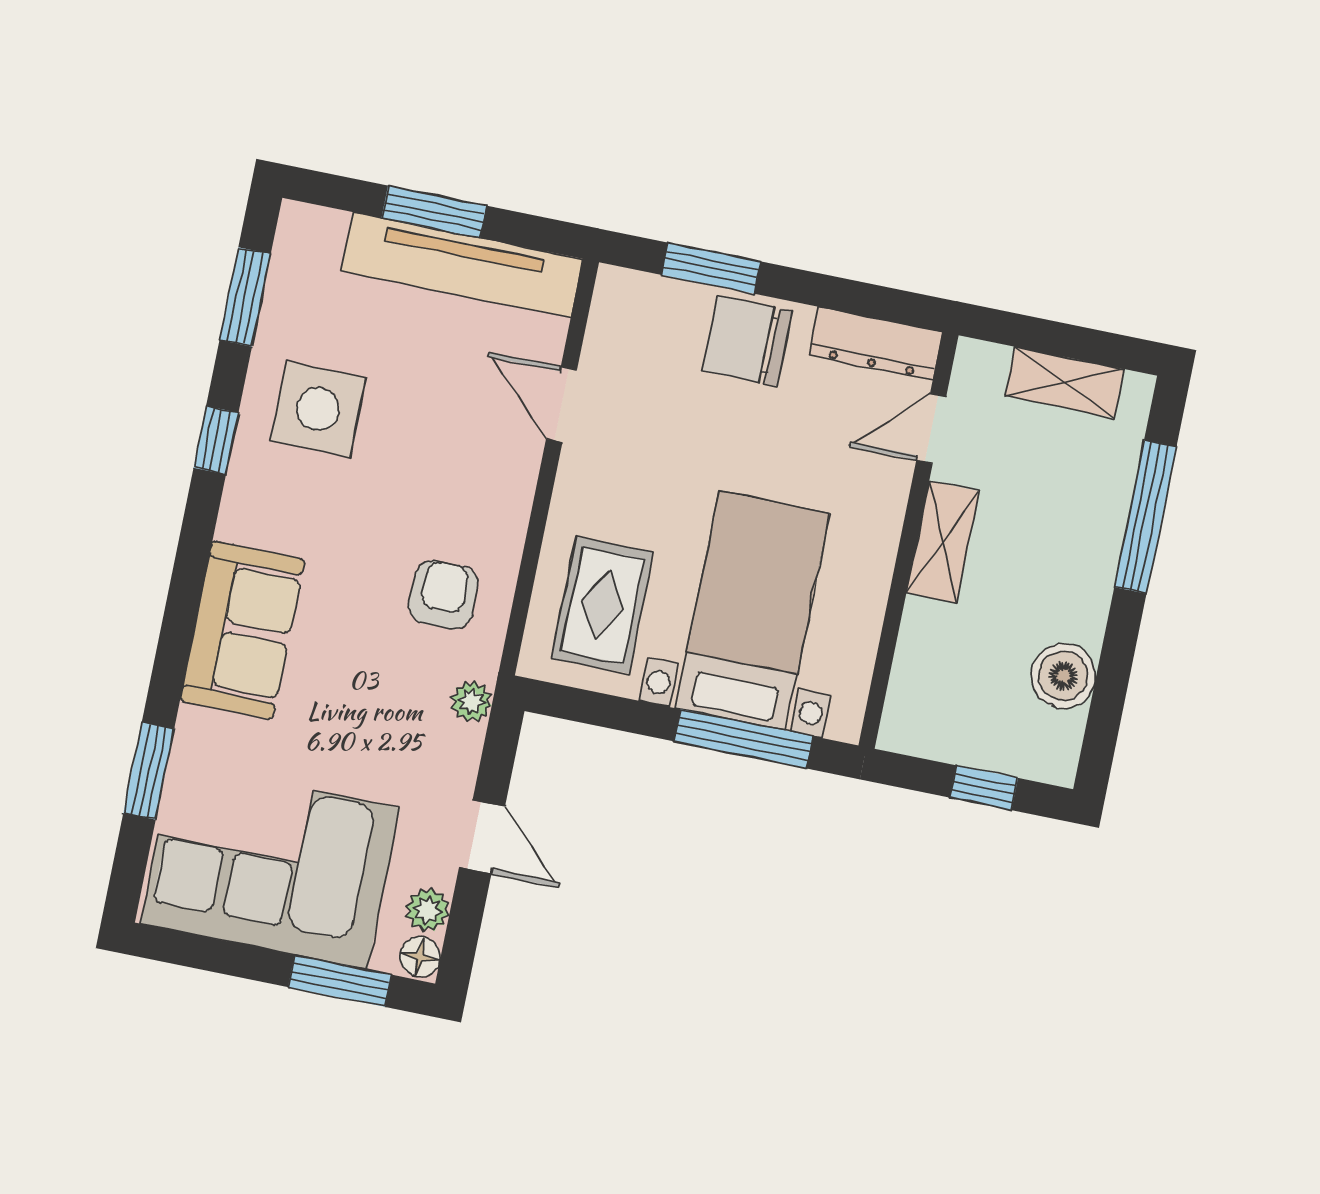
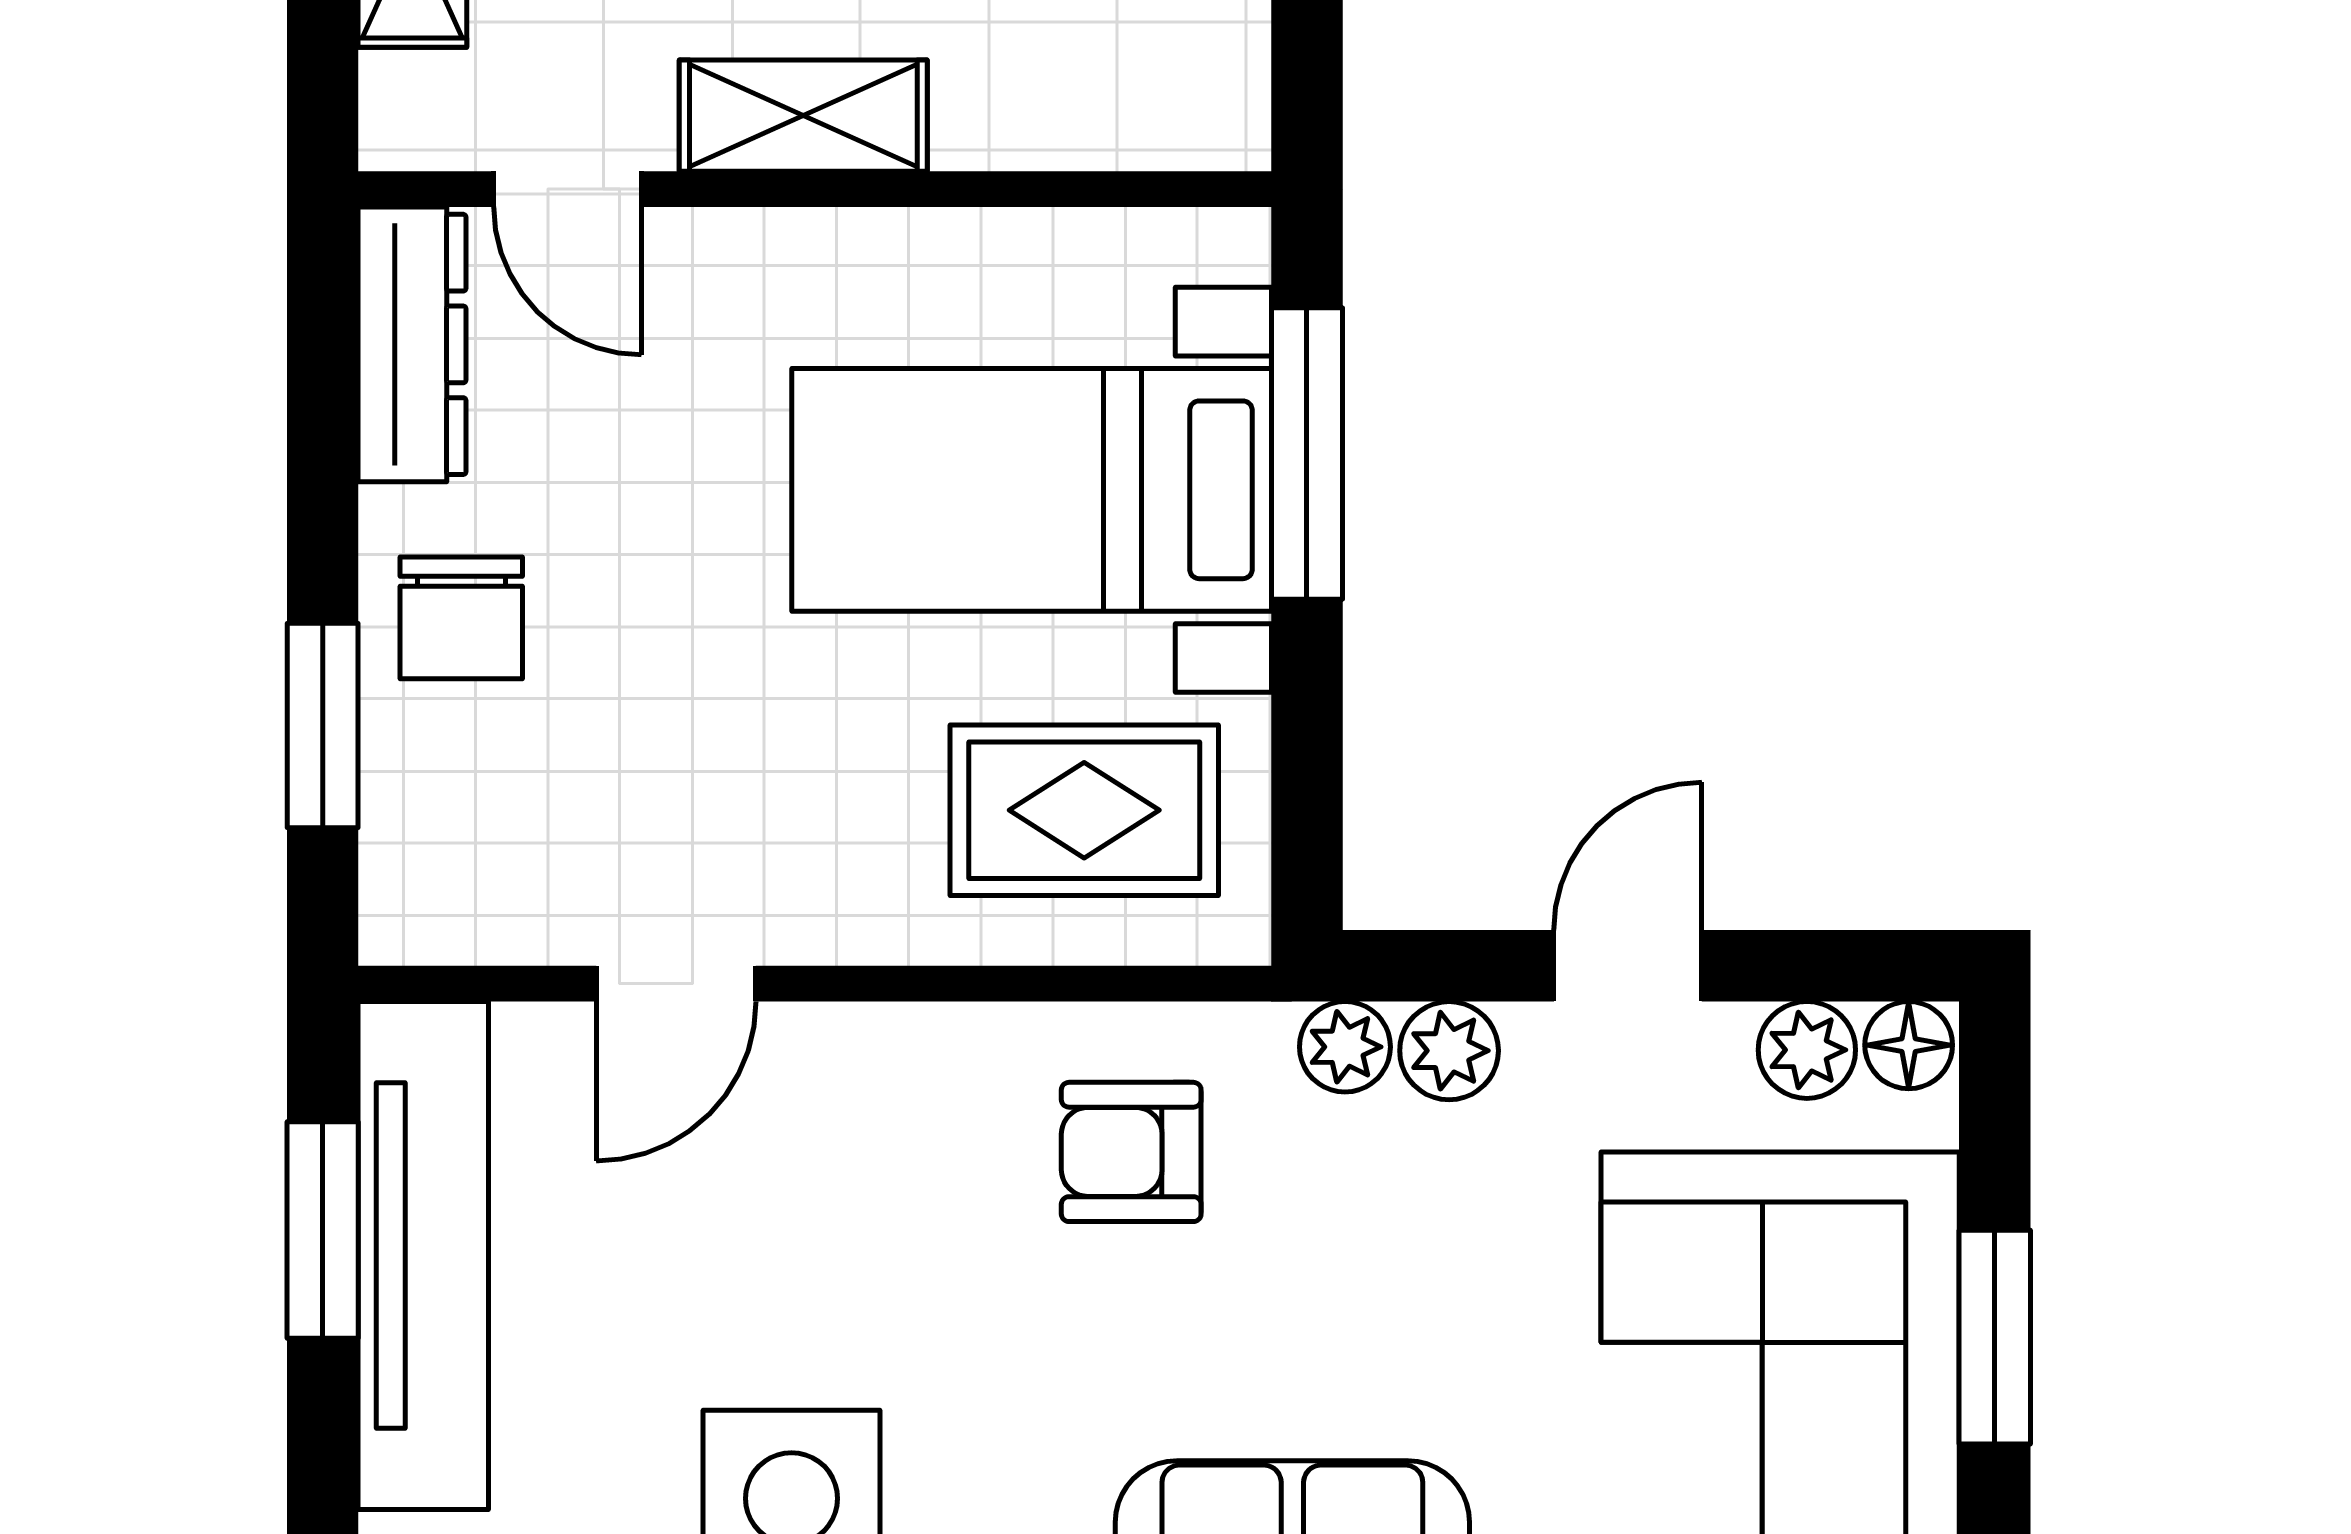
window: (434, 212) -> (323, 1230), moved
chair: (747, 341) -> (461, 618), width x0.73, depth x0.73
plant: (460, 748) -> (1449, 1051), added
window: (340, 981) -> (1995, 1337), moved

